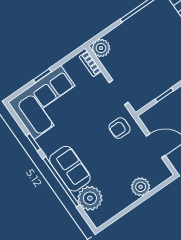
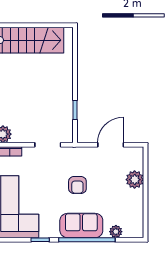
armchair: (120, 128) -> (77, 185), moved
plant: (90, 198) -> (116, 232), width x0.53, depth x0.53

